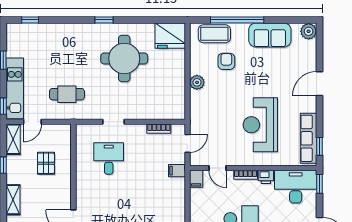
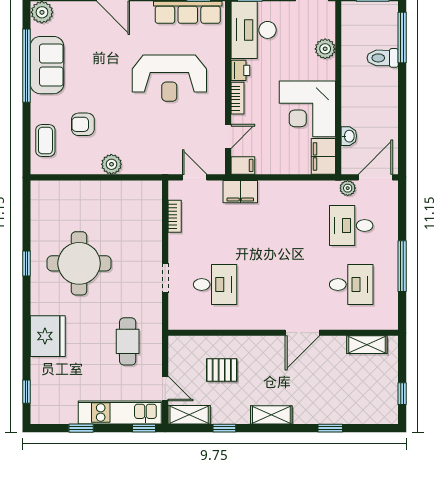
window: (104, 20) -> (26, 263), moved
window: (237, 20) -> (26, 66), moved
coffee table: (214, 34) -> (45, 141), width x0.73, depth x0.77
fridge: (170, 36) -> (48, 336), moved
desk: (109, 158) -> (215, 285), turned 180
filing cabinet: (177, 171) -> (240, 192), width x2.00

